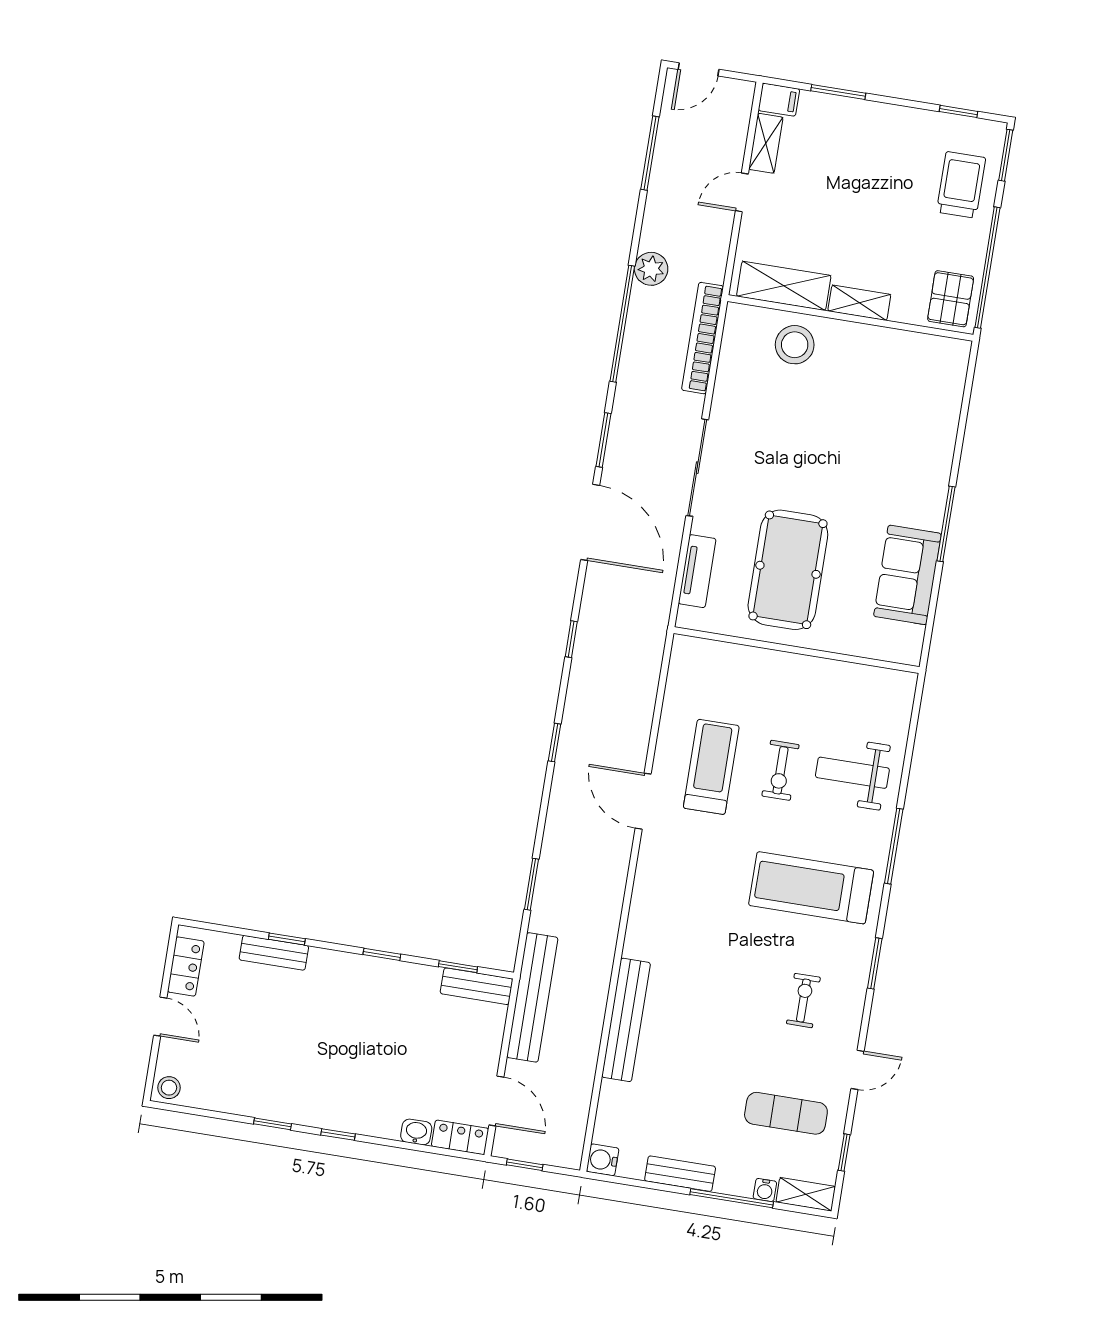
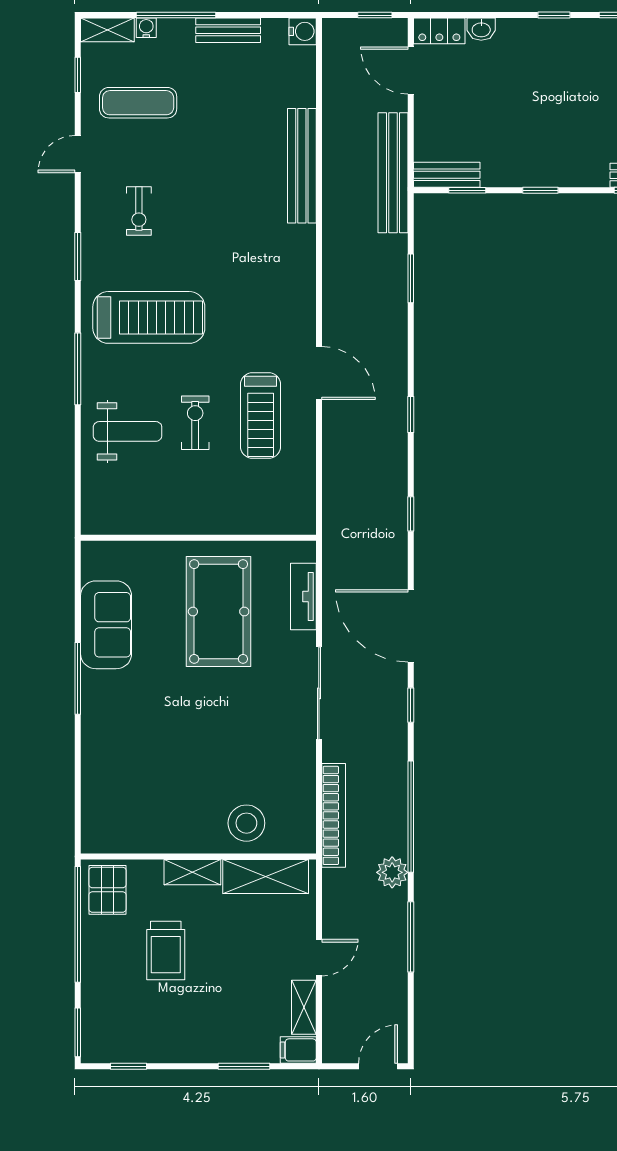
window: (650, 153) -> (411, 937), moved
trolley: (961, 185) -> (166, 950), moved
window: (603, 440) -> (411, 705), width x0.67

